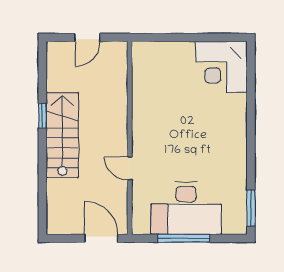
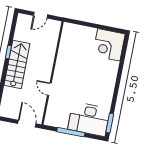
desk: (186, 208) -> (89, 119), moved

